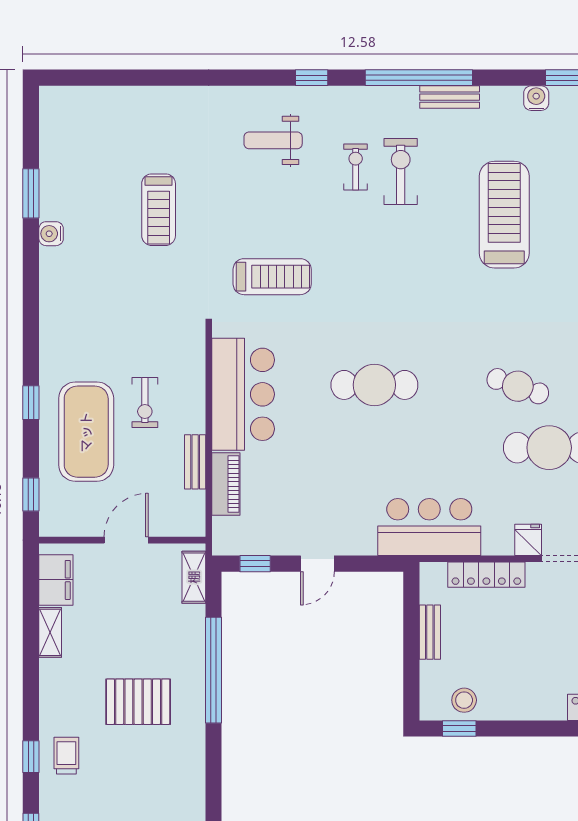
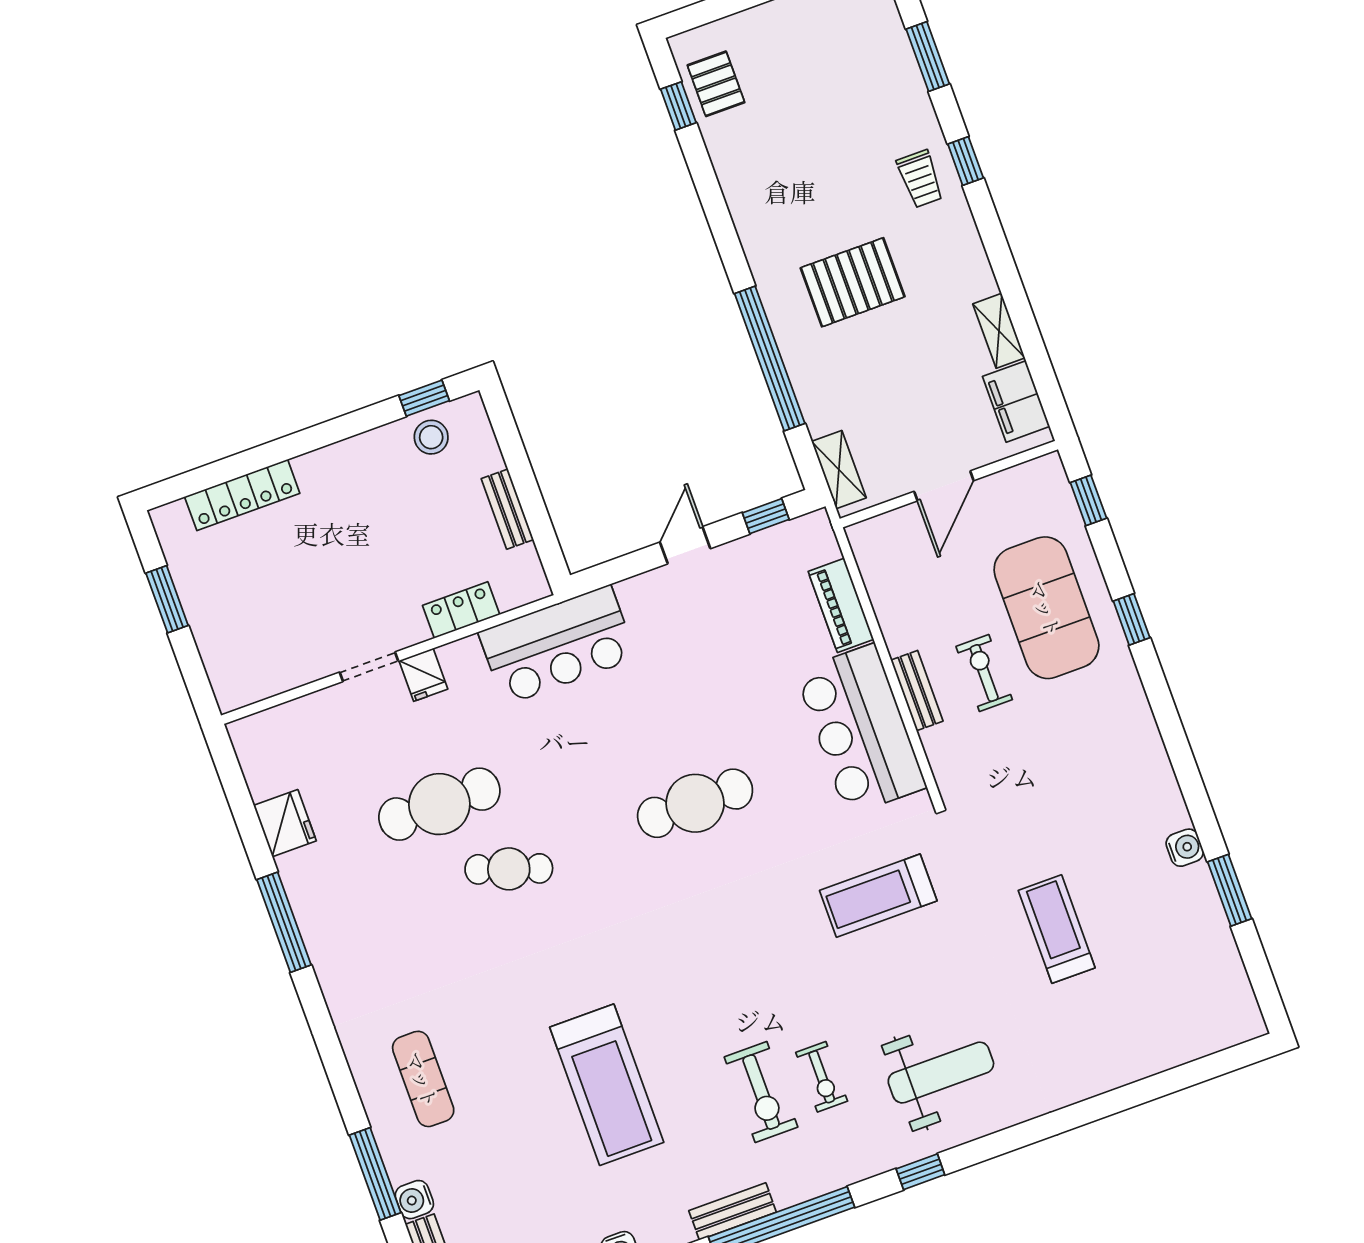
weight bench: (273, 140) -> (941, 1073), width x1.36, depth x1.33
bench: (195, 462) -> (917, 691), moved
locker: (486, 575) -> (461, 610), width x0.66

